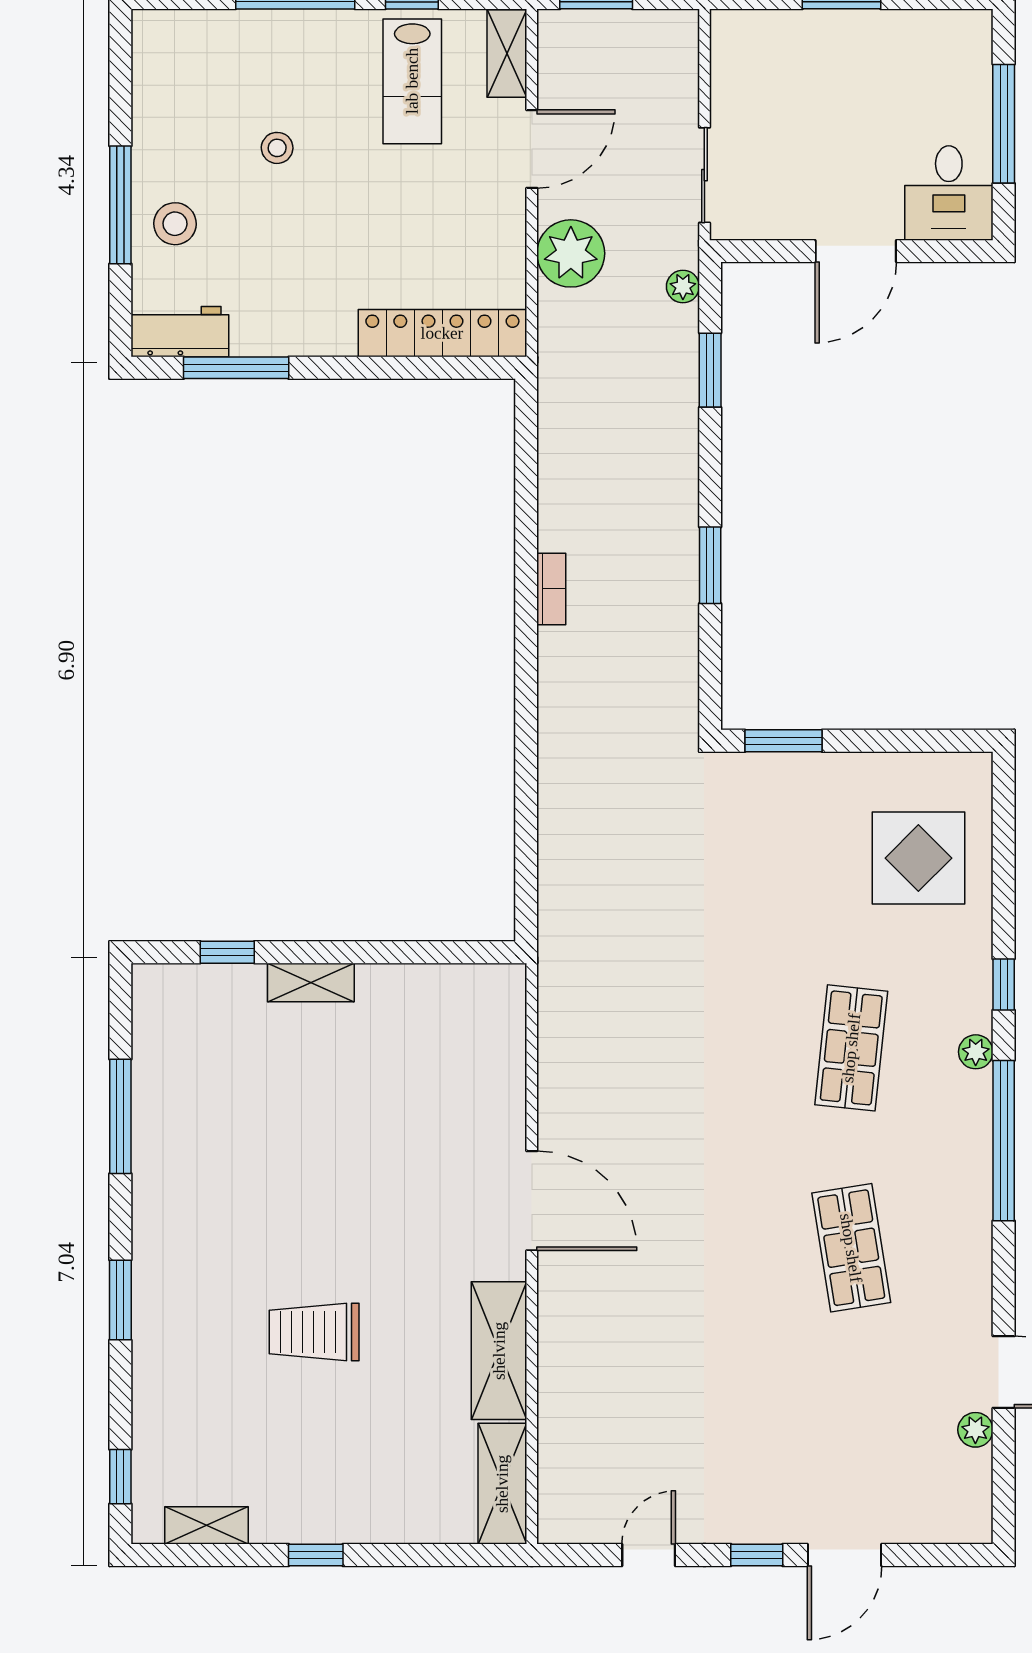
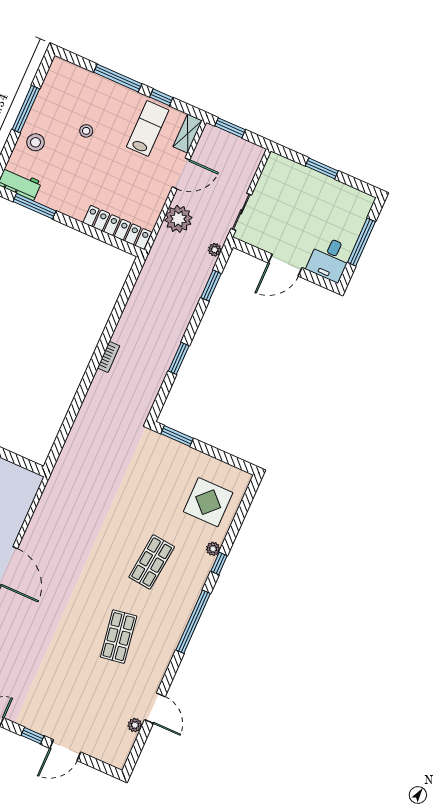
lab bench: (412, 81) -> (148, 128), turned 180
window: (120, 205) -> (26, 109), moved
bookcase: (551, 589) -> (109, 357), moved
plant: (976, 1052) -> (213, 549), moved

